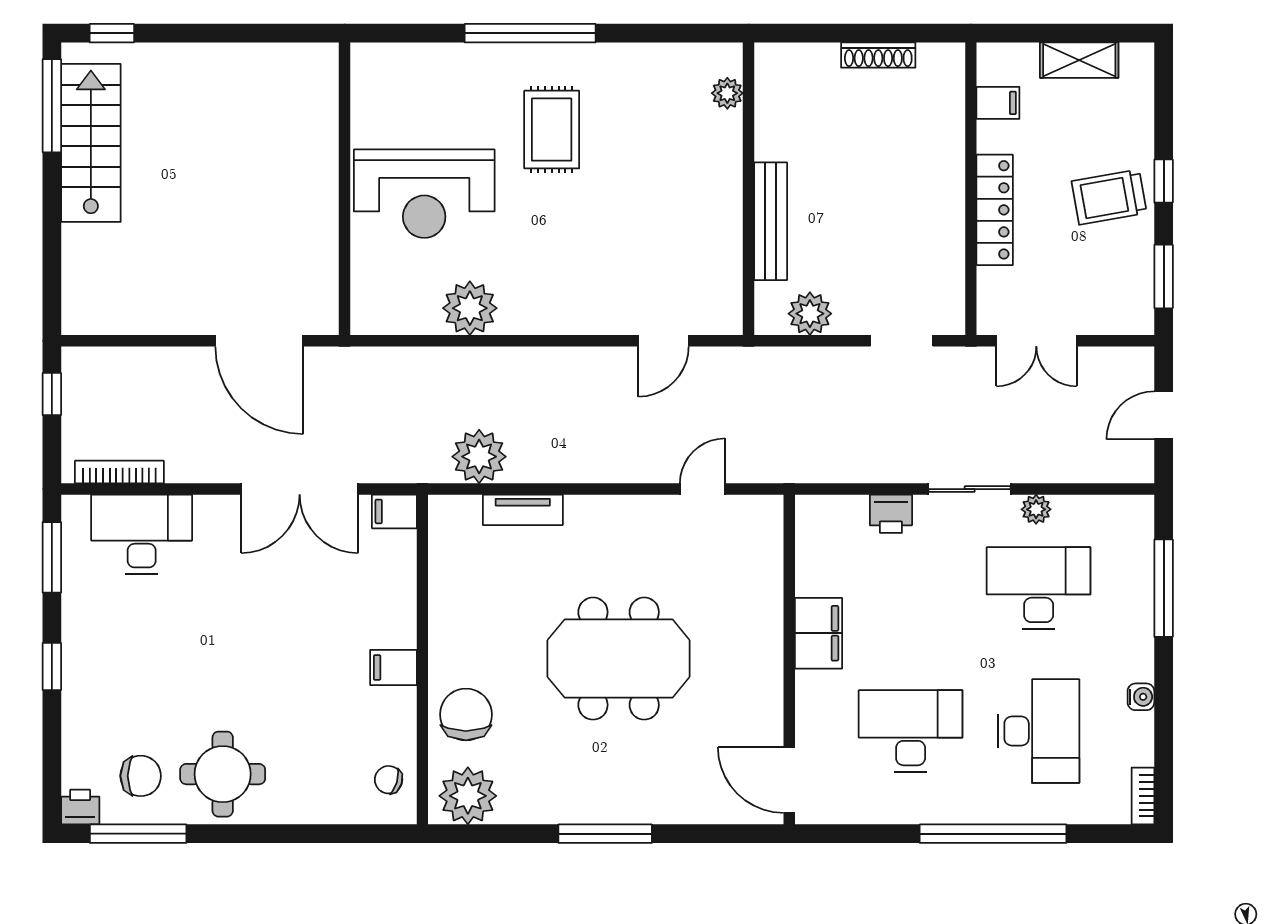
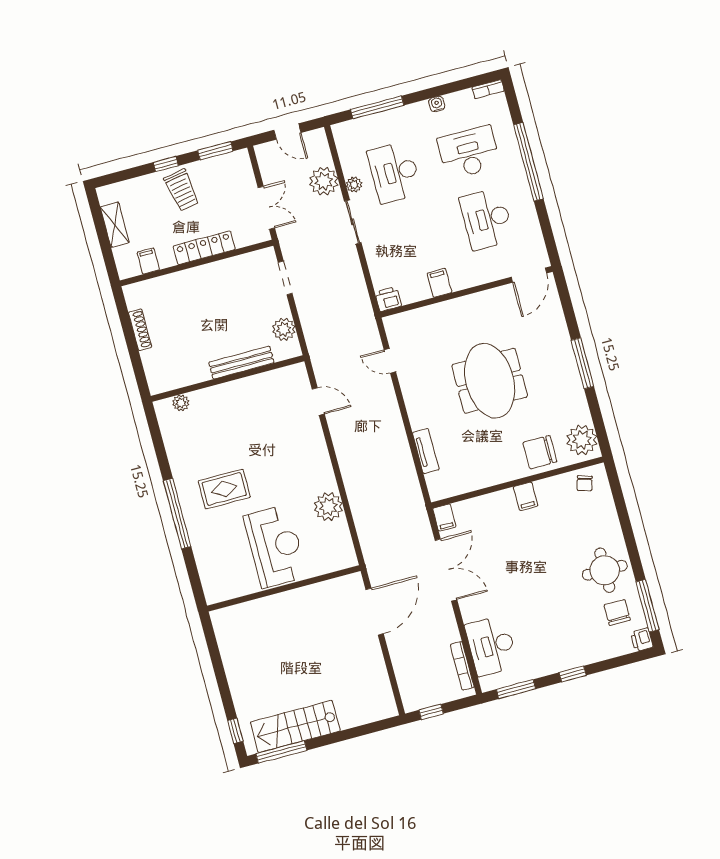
plant: (479, 457) -> (324, 181), moved
printer: (891, 514) -> (388, 299), moved, turned -90
filing cabinet: (818, 633) -> (439, 283), width x0.50

